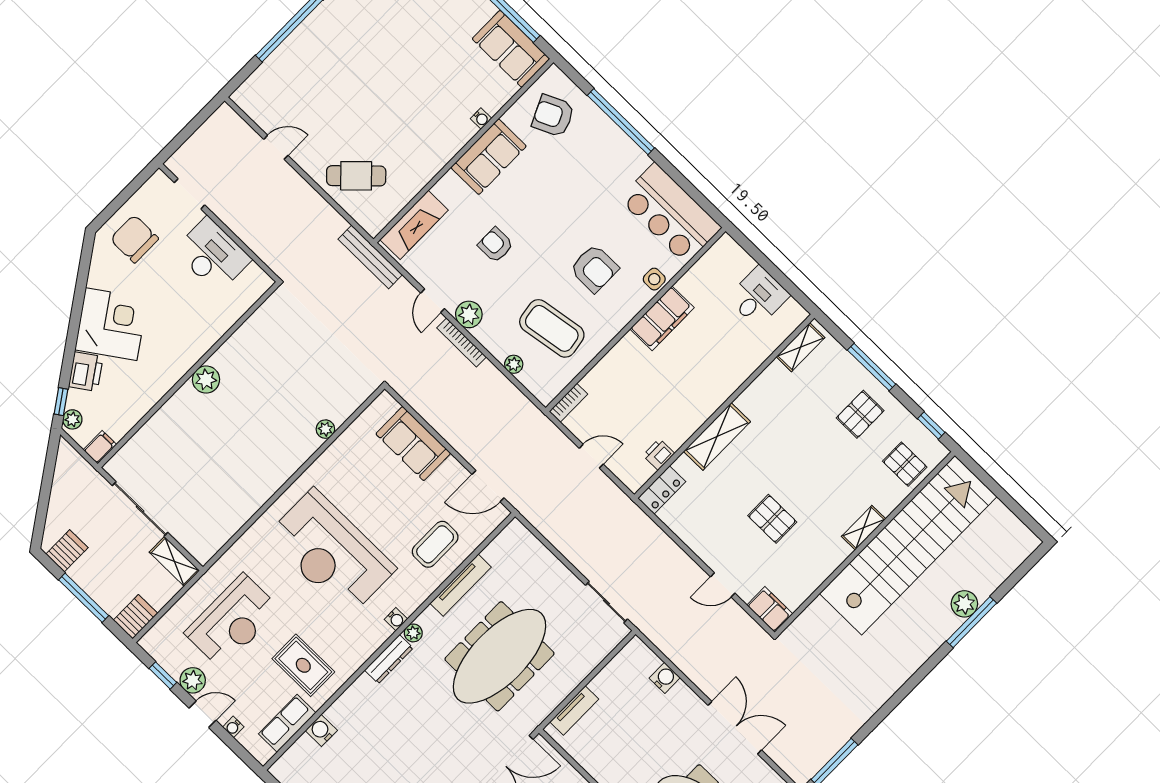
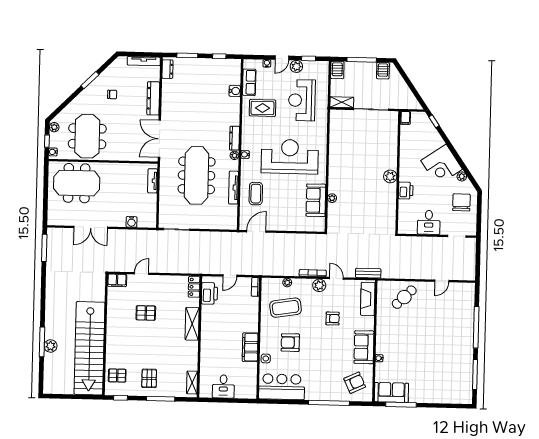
chair: (134, 239) -> (461, 202), turned -90
desk: (213, 255) -> (429, 222), width x0.73
bench: (370, 257) -> (368, 273), width x0.73
printer: (86, 372) -> (406, 190), moved, turned -145
plant: (72, 419) -> (462, 176), moved
sofa: (413, 444) -> (316, 200), moved, turned -90
printer: (659, 454) -> (209, 293), width x1.87, depth x1.48
shelving: (864, 528) -> (111, 340), removed

